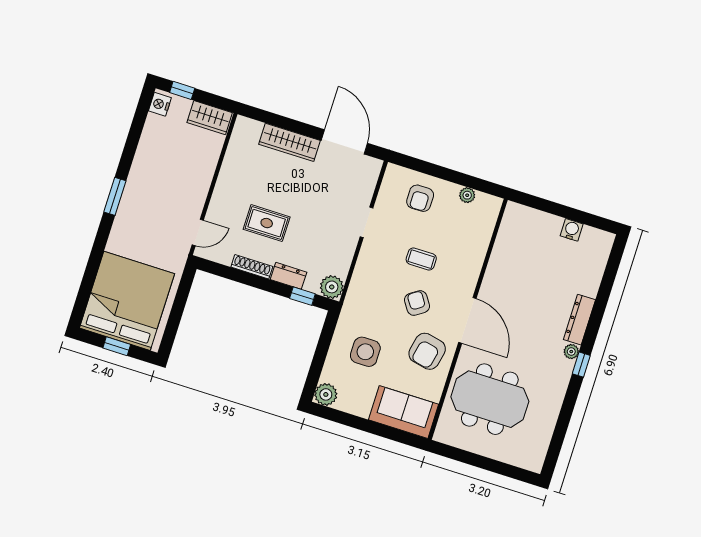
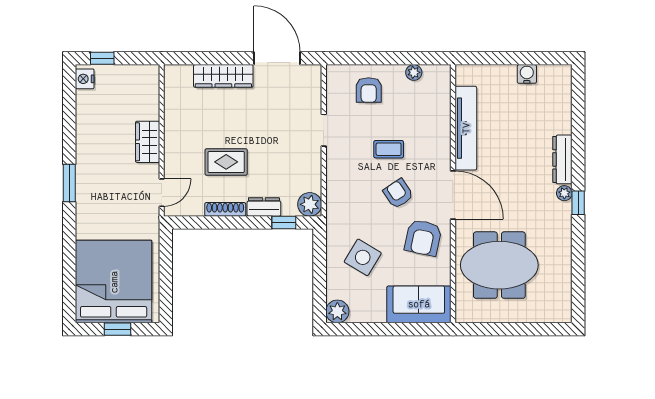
wardrobe: (210, 118) -> (148, 142), moved, turned 90
tv unit: (499, 262) -> (466, 128), added
side table: (365, 352) -> (363, 257), turned 31

